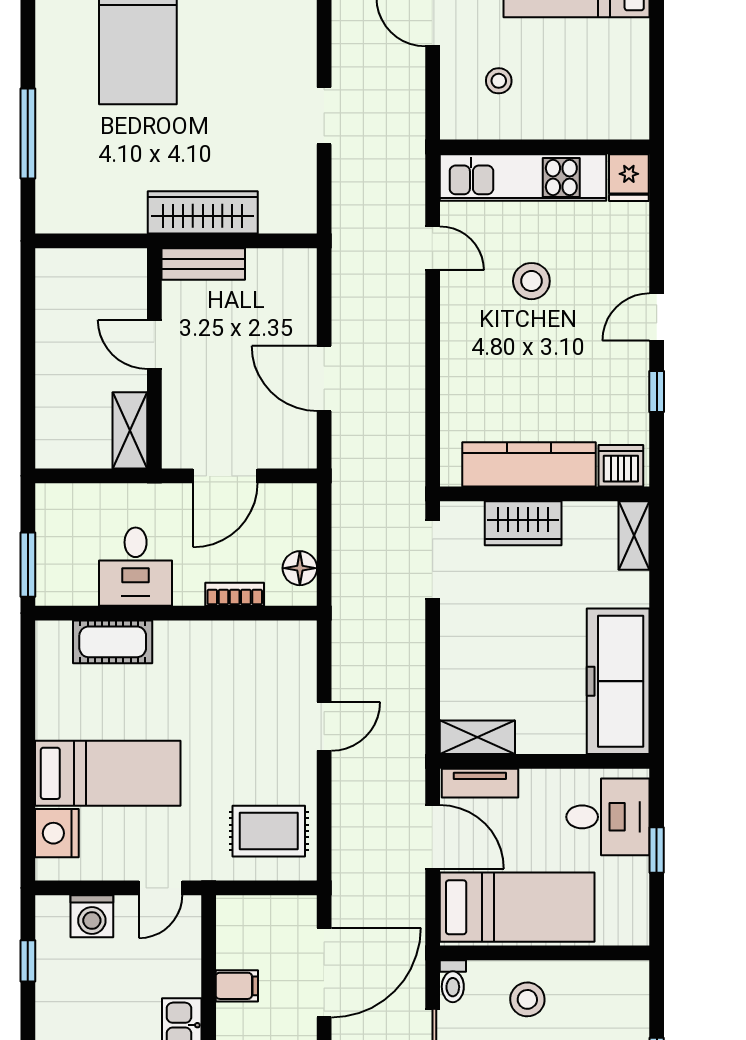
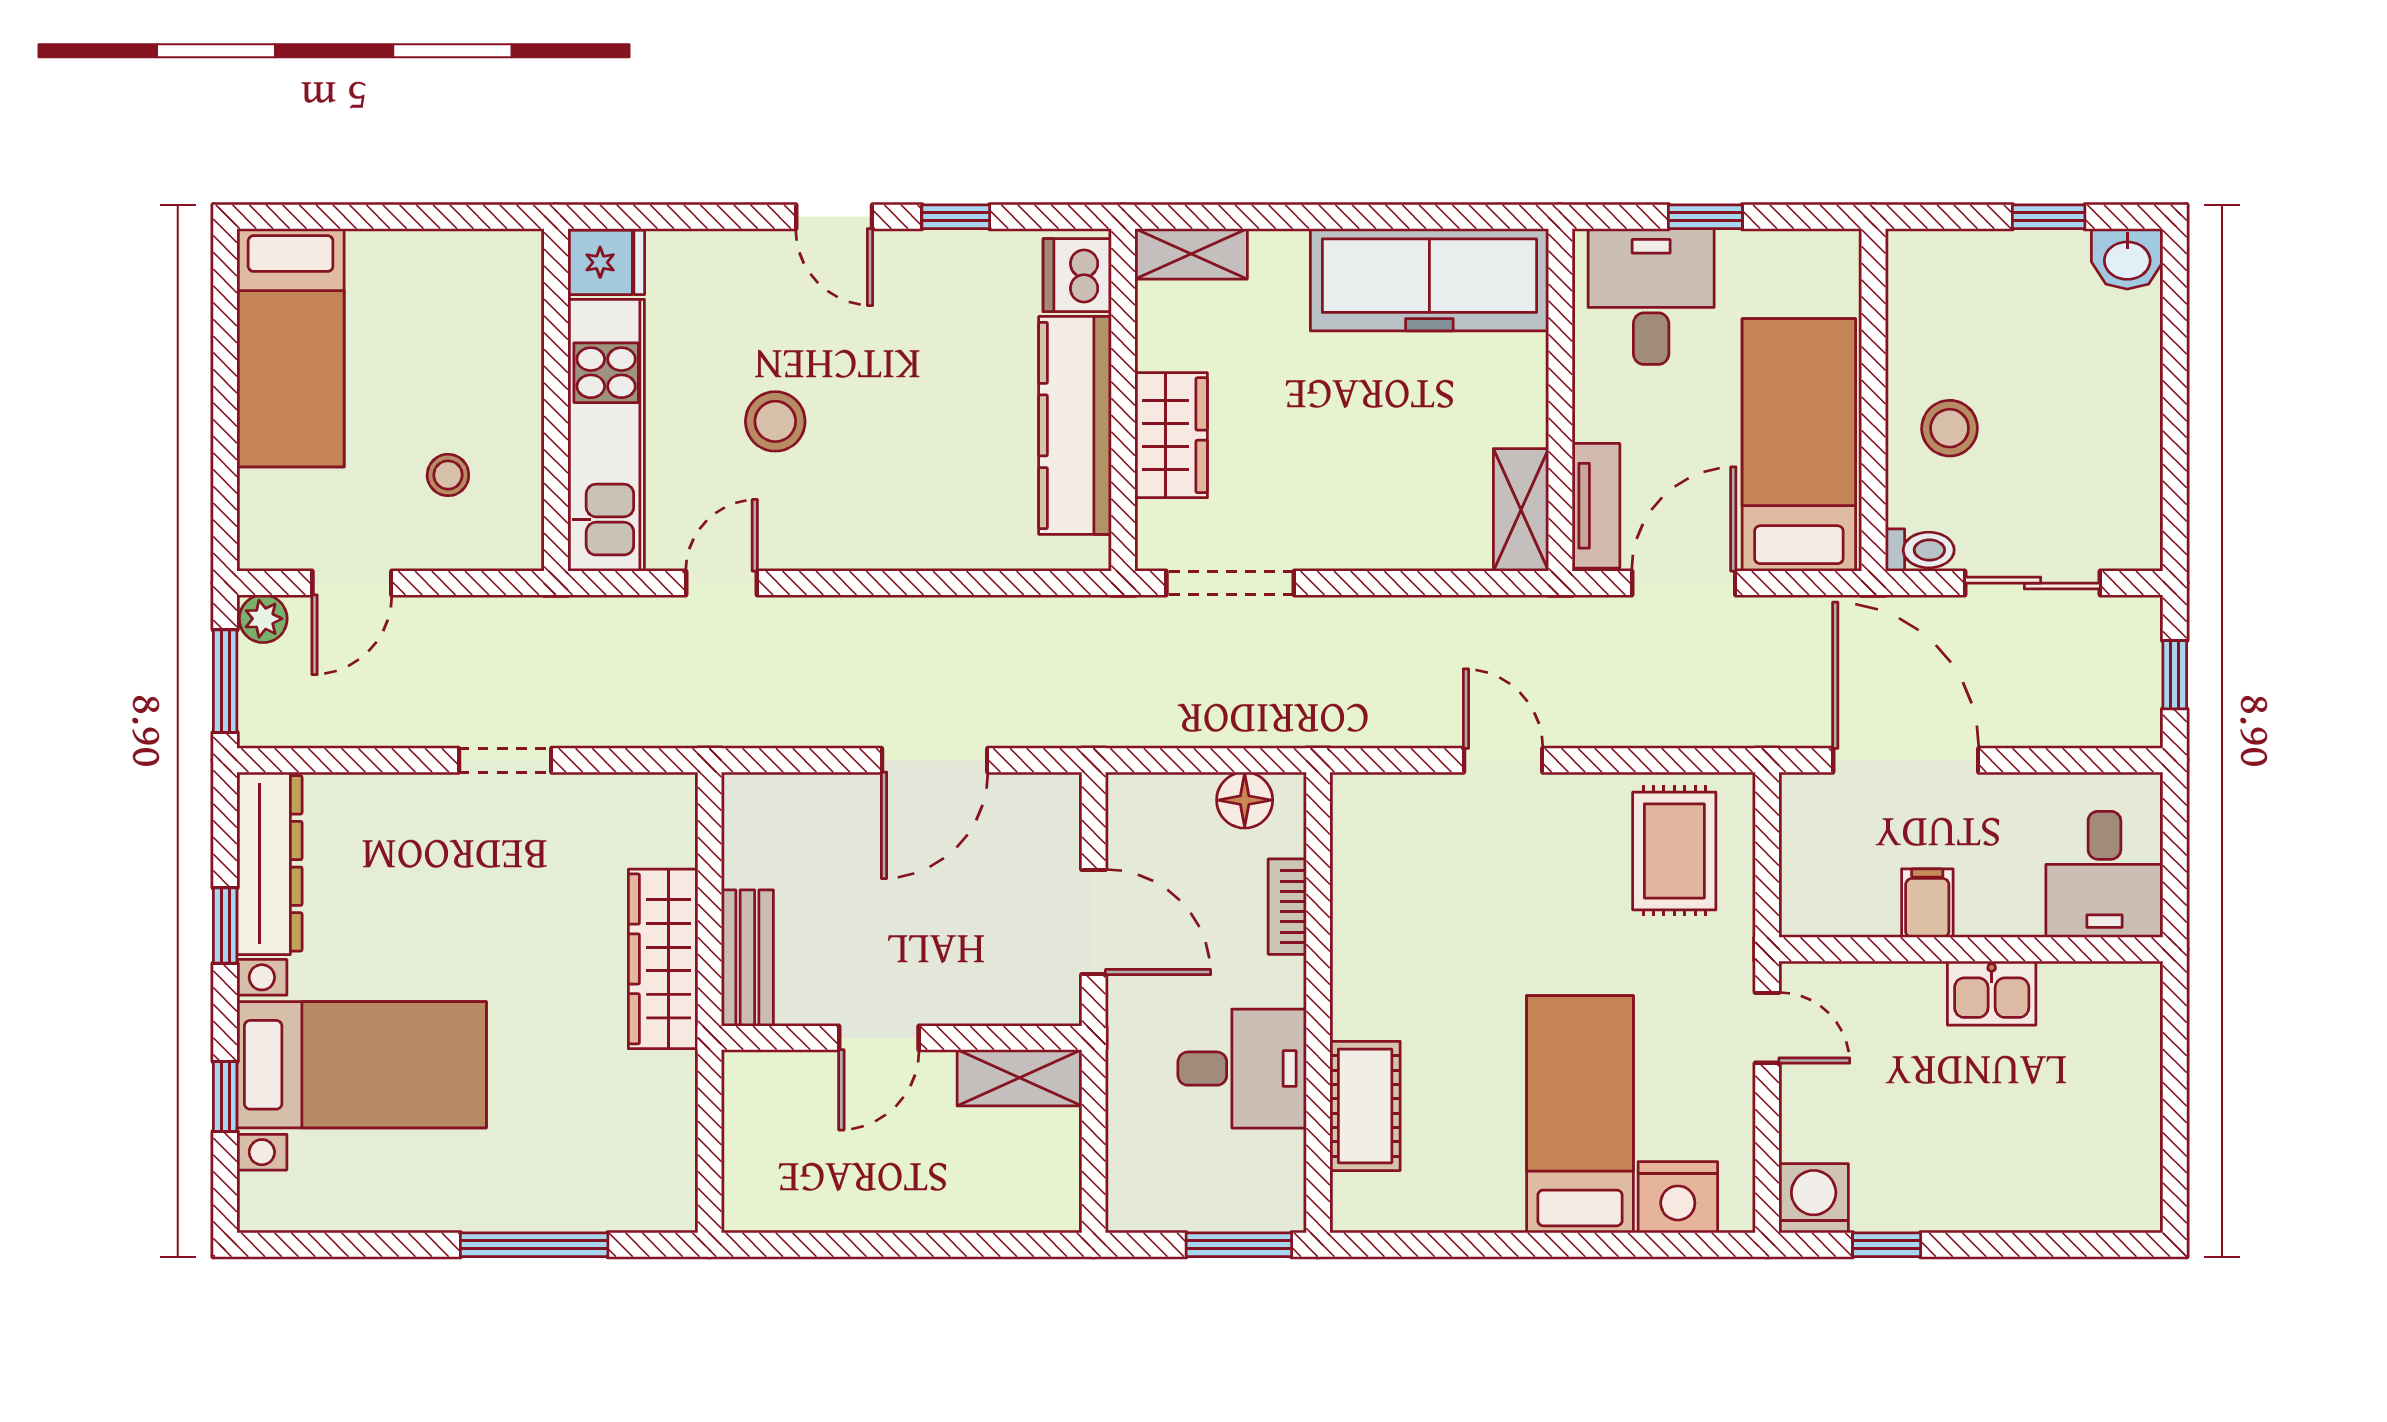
washing machine: (92, 916) -> (1814, 1198), moved, turned -90

